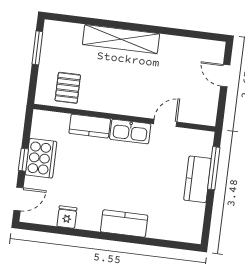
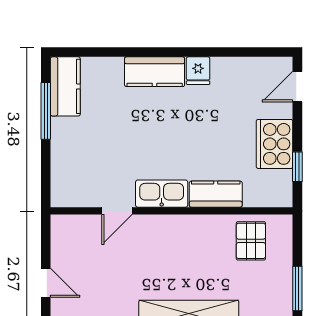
window: (23, 160) -> (297, 167), moved
window: (214, 168) -> (46, 111), moved
kitchen counter: (197, 179) -> (65, 86), moved
fridge: (67, 217) -> (198, 71), moved

